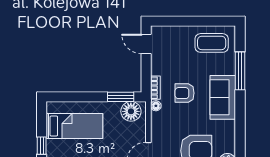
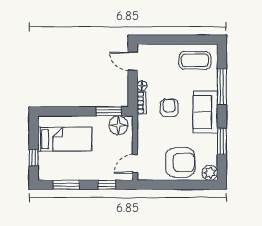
armchair: (185, 93) -> (169, 108), turned 90
floor lamp: (156, 106) -> (142, 86), moved
window: (240, 128) -> (222, 141), added

